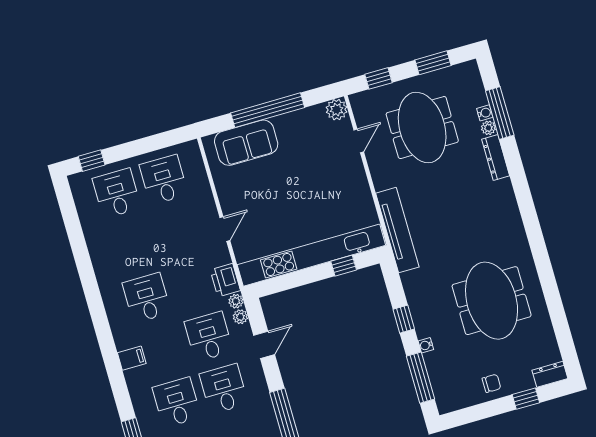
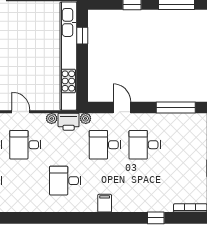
door: (225, 229) -> (21, 112), moved
plant: (240, 317) -> (52, 118), moved
desk: (177, 402) -> (25, 145), moved

